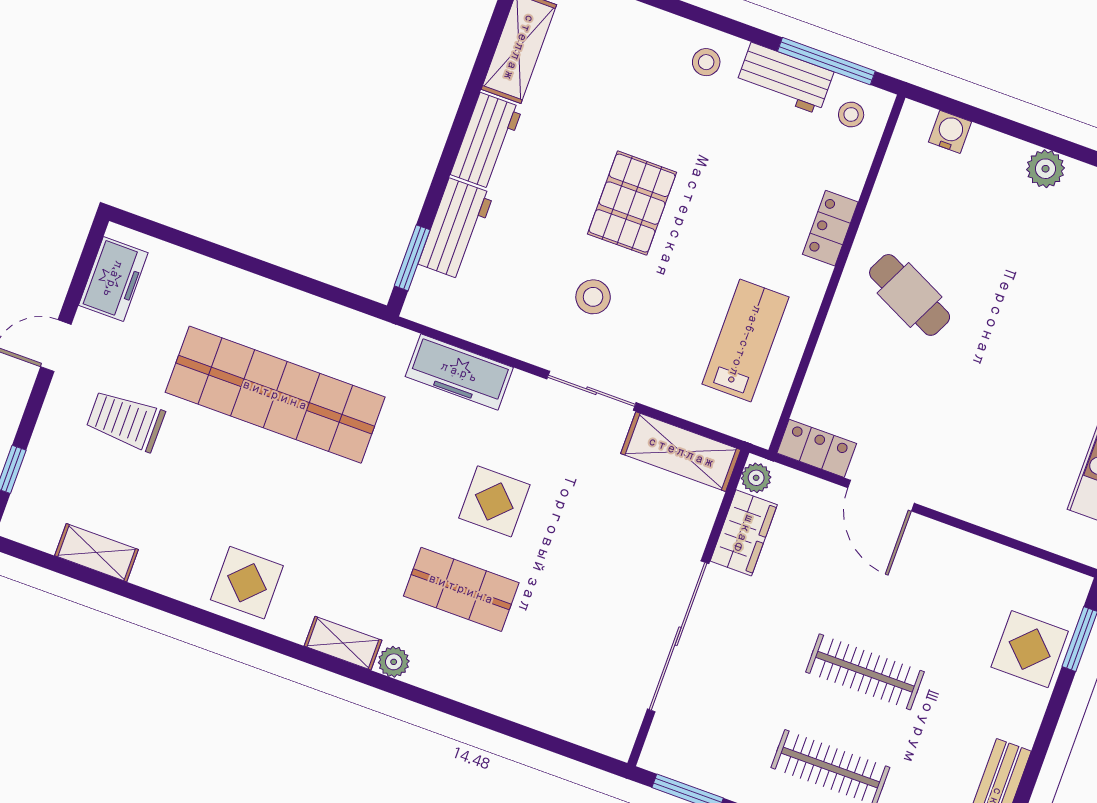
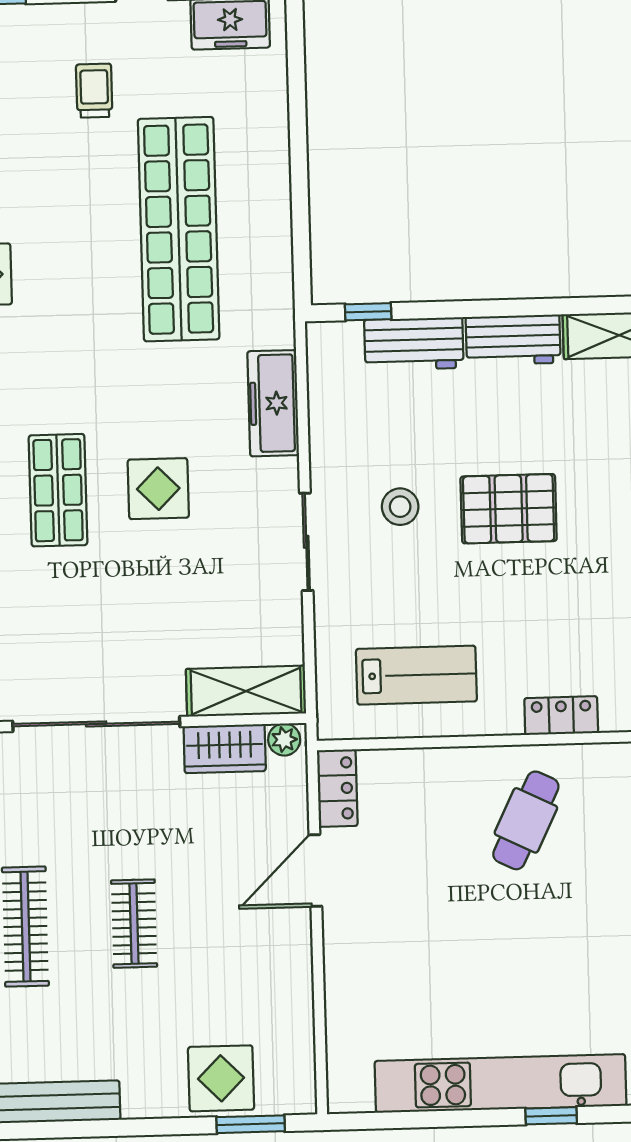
window: (412, 258) -> (368, 312), width x0.67
trolley: (126, 421) -> (94, 91), width x0.73, depth x0.72
shelving: (681, 452) -> (246, 691), moved, turned 90
clothes rail: (865, 672) -> (134, 924), width x0.73

